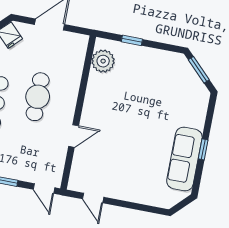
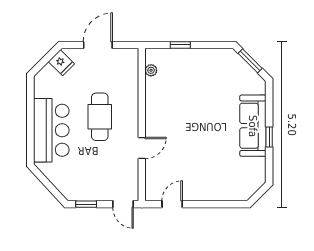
plant: (103, 61) -> (151, 70), width x0.53, depth x0.53
sofa: (184, 159) -> (253, 126), moved
door: (93, 198) -> (172, 204), swing flipped

